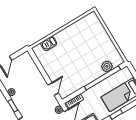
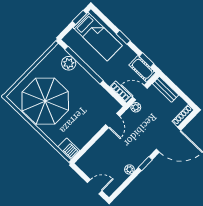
parasol: (82, 40) -> (45, 101), added
barbecue: (49, 44) -> (69, 149), moved
door: (53, 89) -> (113, 121), swing flipped

